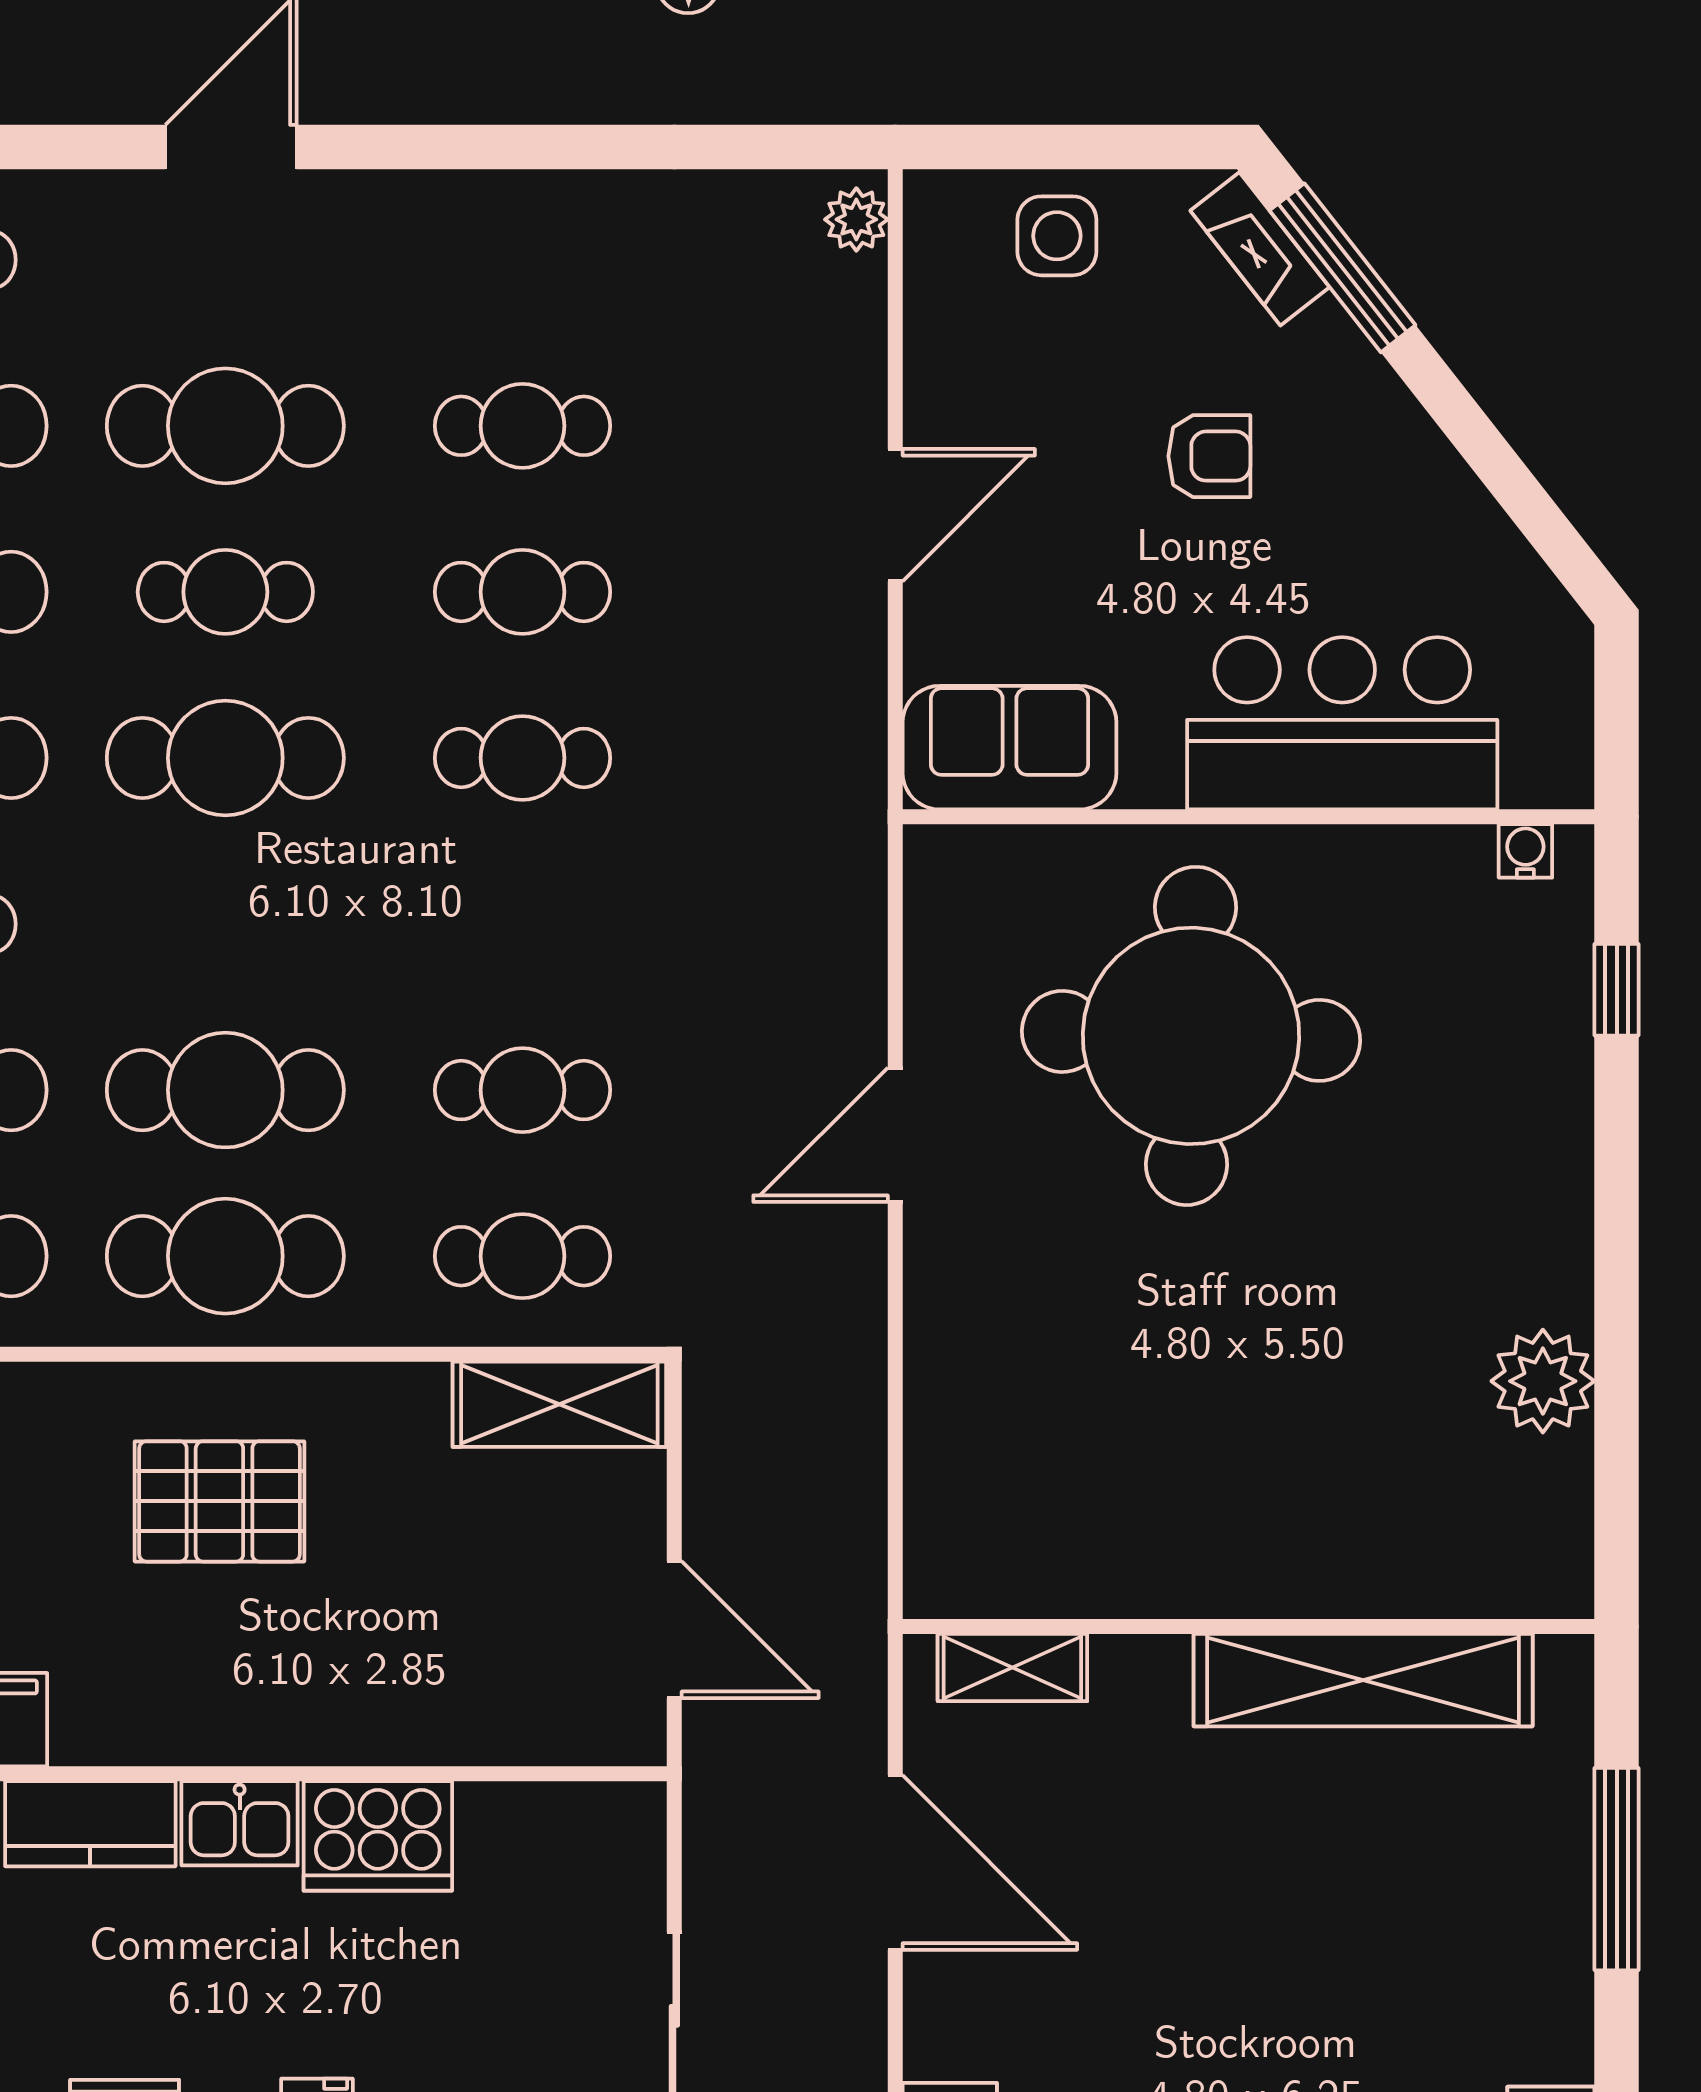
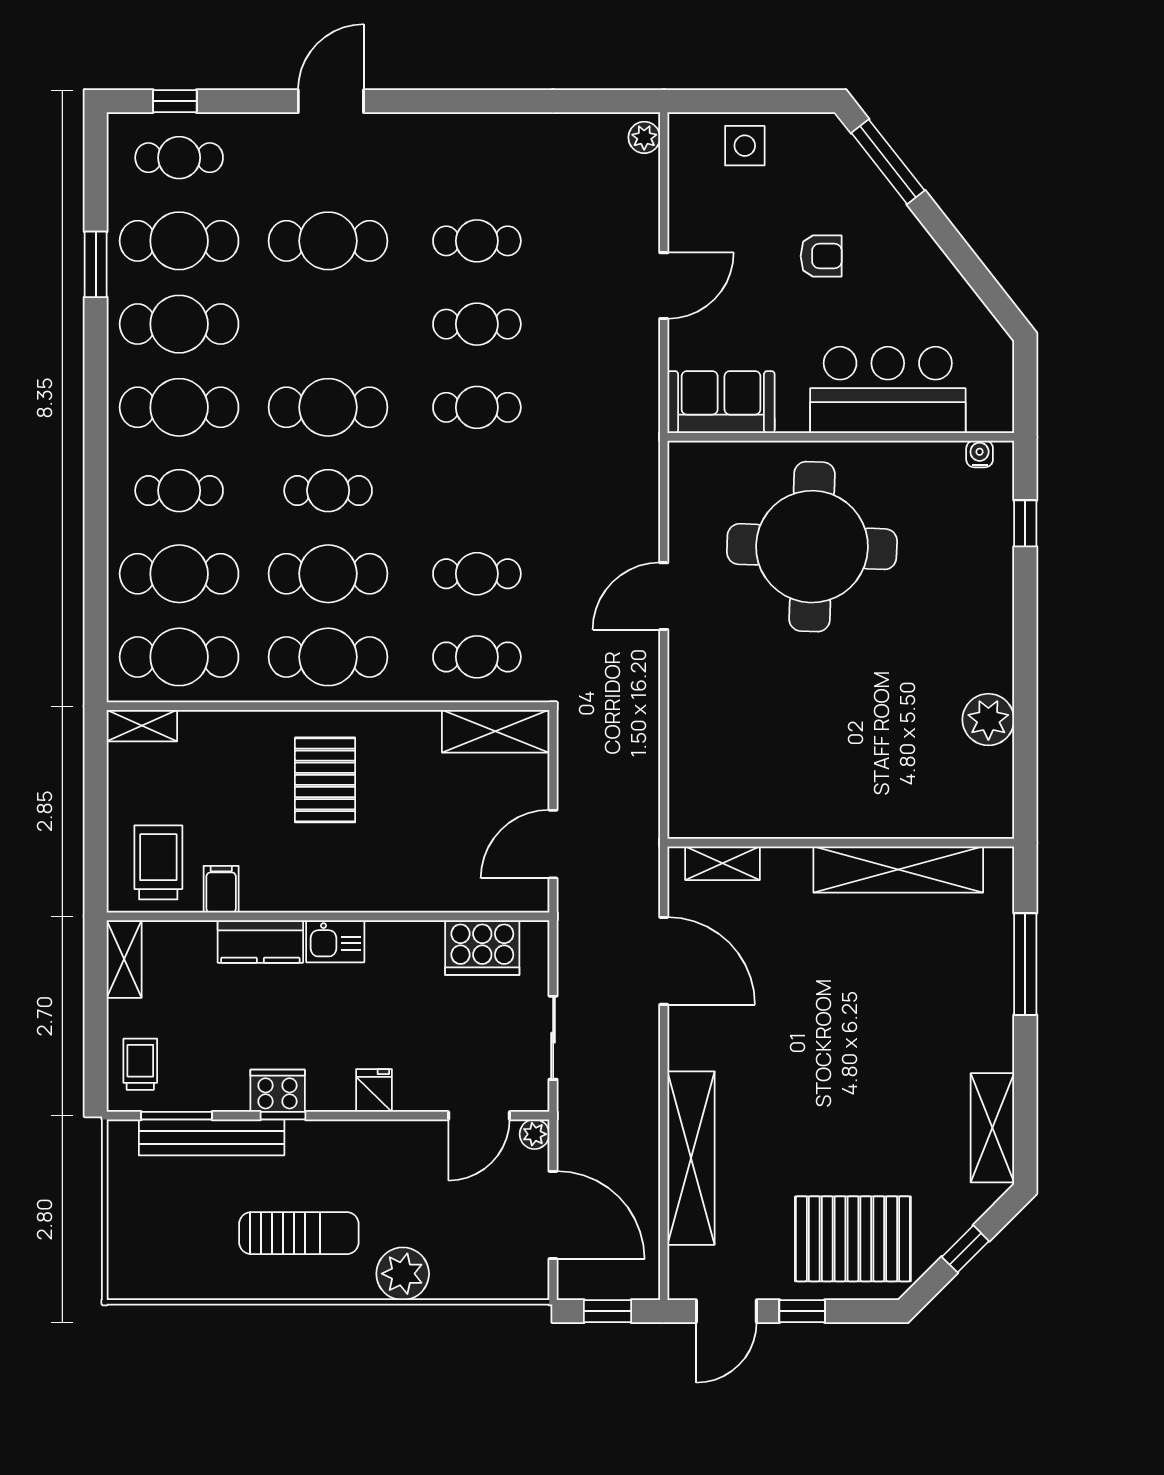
fireplace: (1260, 249) -> (847, 152), removed
cafe table: (225, 592) -> (328, 491), moved
pallet: (219, 1501) -> (325, 780), turned 90
door: (674, 1630) -> (553, 844), swing flipped
cooker: (378, 1836) -> (482, 948), moved

